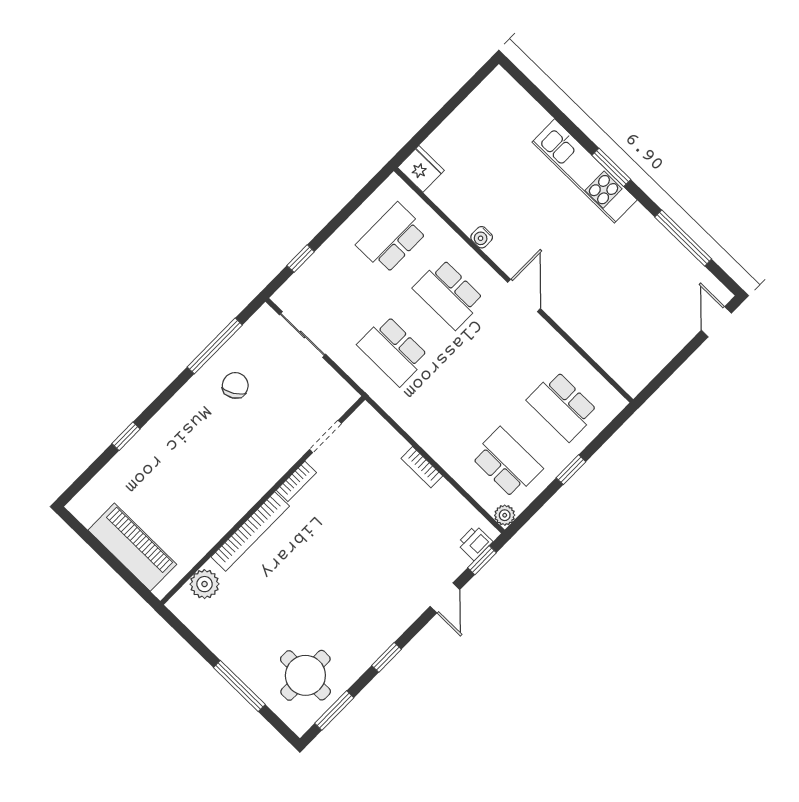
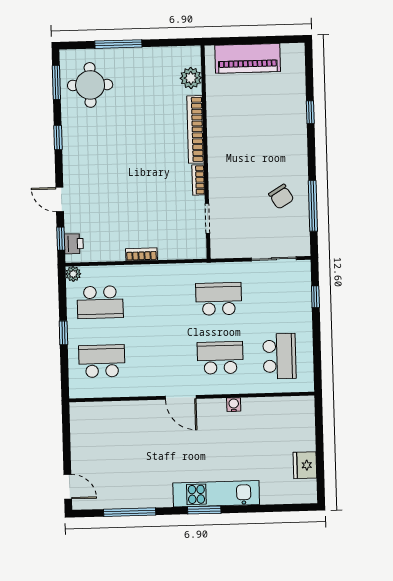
fridge: (421, 169) -> (305, 465), moved, turned 90

